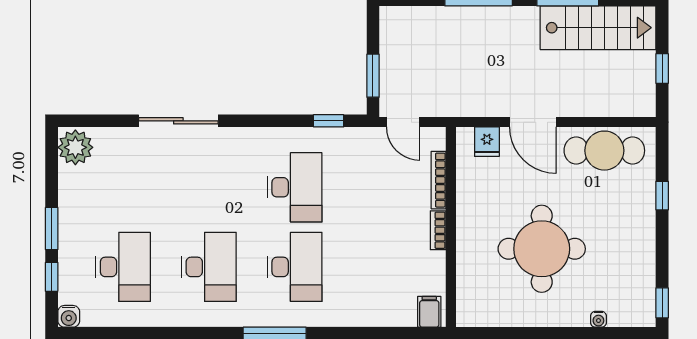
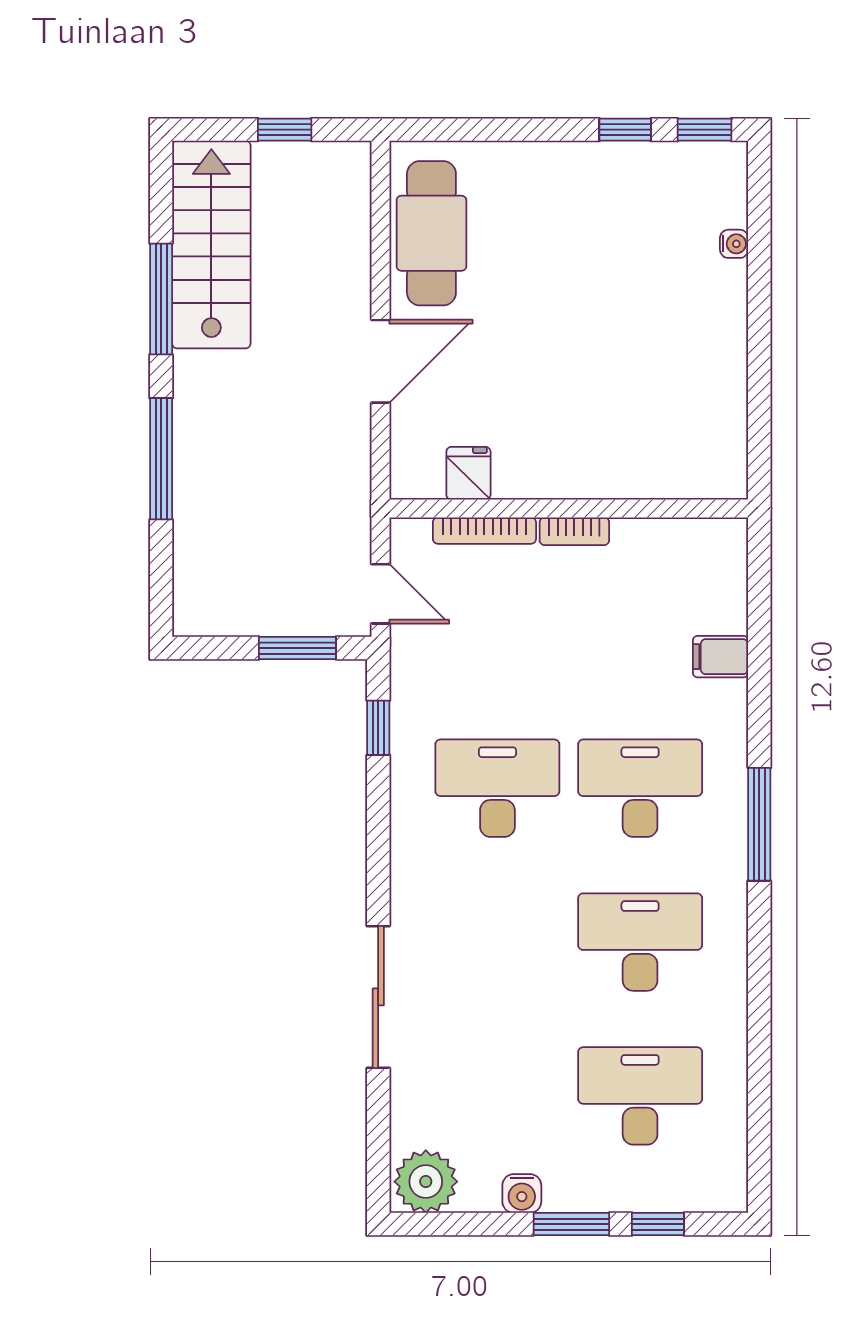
door: (403, 122) -> (380, 594), hinge flipped
fridge: (487, 142) -> (468, 473), moved, turned -90
window: (662, 196) -> (625, 130), moved
round table: (542, 249) -> (608, 346), removed
filing cabinet: (429, 312) -> (720, 657), moved
water cooler: (69, 316) -> (522, 1194), moved, turned 90

